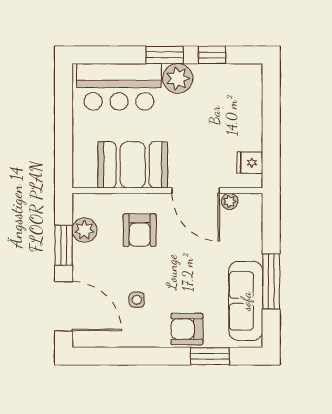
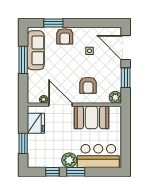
window: (271, 112) -> (23, 143), added
fridge: (250, 163) -> (36, 123), width x1.88, depth x1.34
plant: (84, 230) -> (115, 97), moved
armchair: (140, 230) -> (88, 85), turned 180
armchair: (187, 329) -> (65, 36), turned 90

